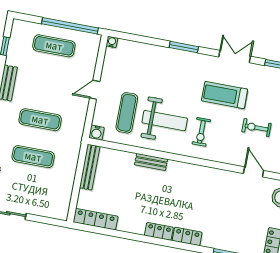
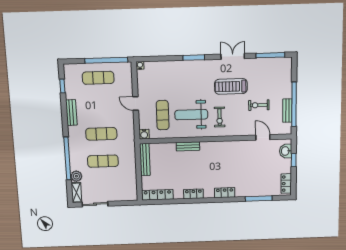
door: (95, 90) -> (136, 104), hinge flipped
weight bench: (165, 121) -> (191, 115), turned 180
locker: (159, 231) -> (193, 194), moved

